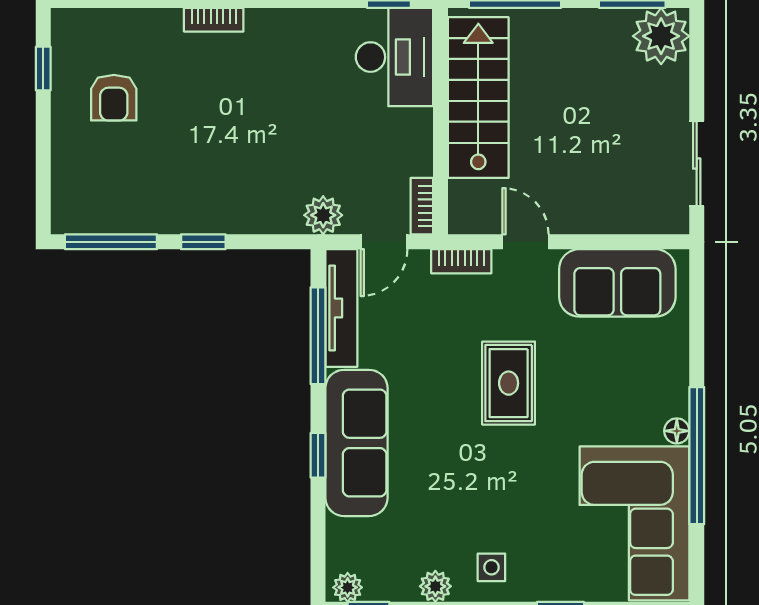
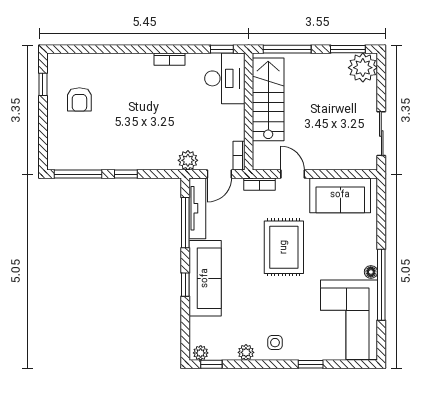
bookcase: (214, 20) -> (170, 59), moved
rug: (509, 383) -> (284, 247), width x1.36, depth x1.43

